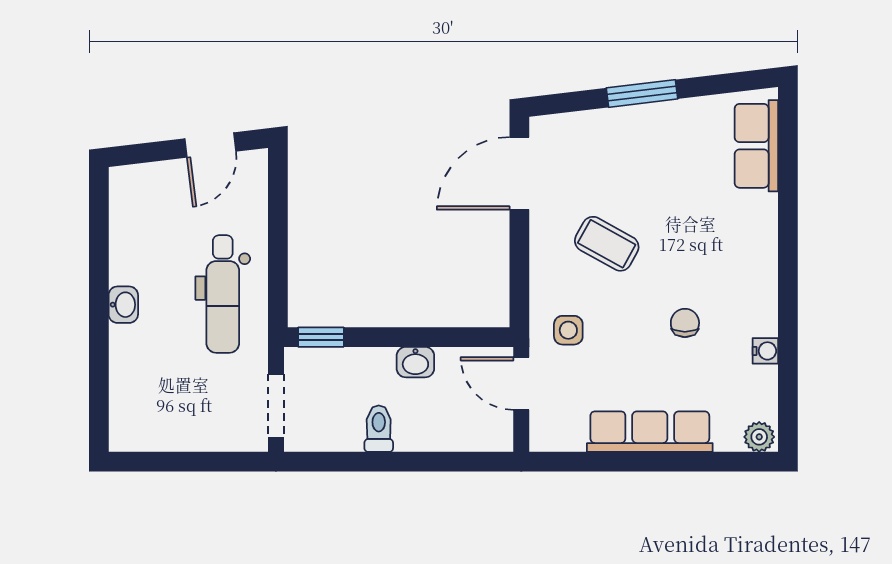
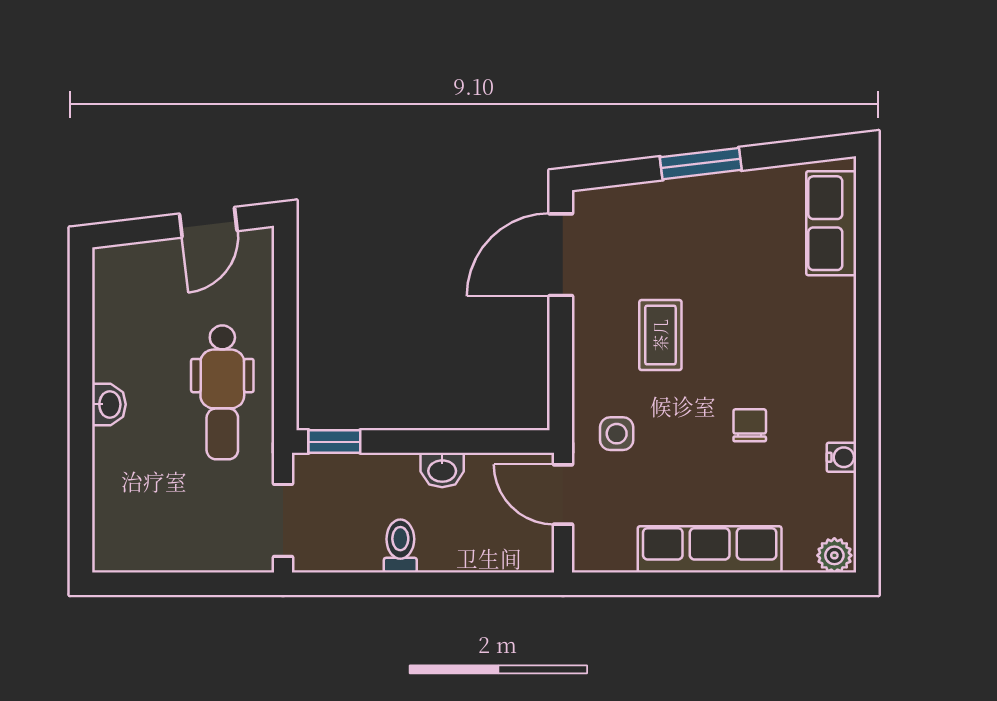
coffee table: (607, 244) -> (660, 335), turned 61

